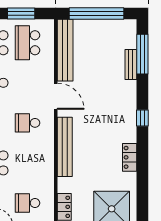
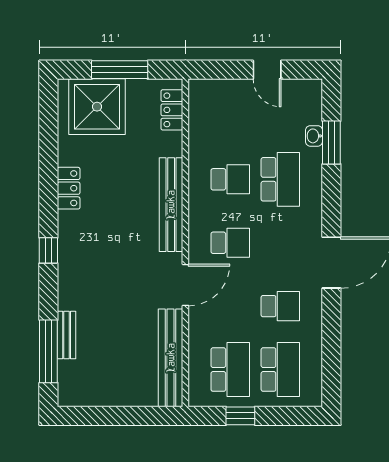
window: (21, 14) -> (240, 416), width x0.67
window: (96, 14) -> (121, 416), removed
door: (56, 96) -> (185, 285), swing flipped
school desk: (27, 203) -> (230, 179), moved

